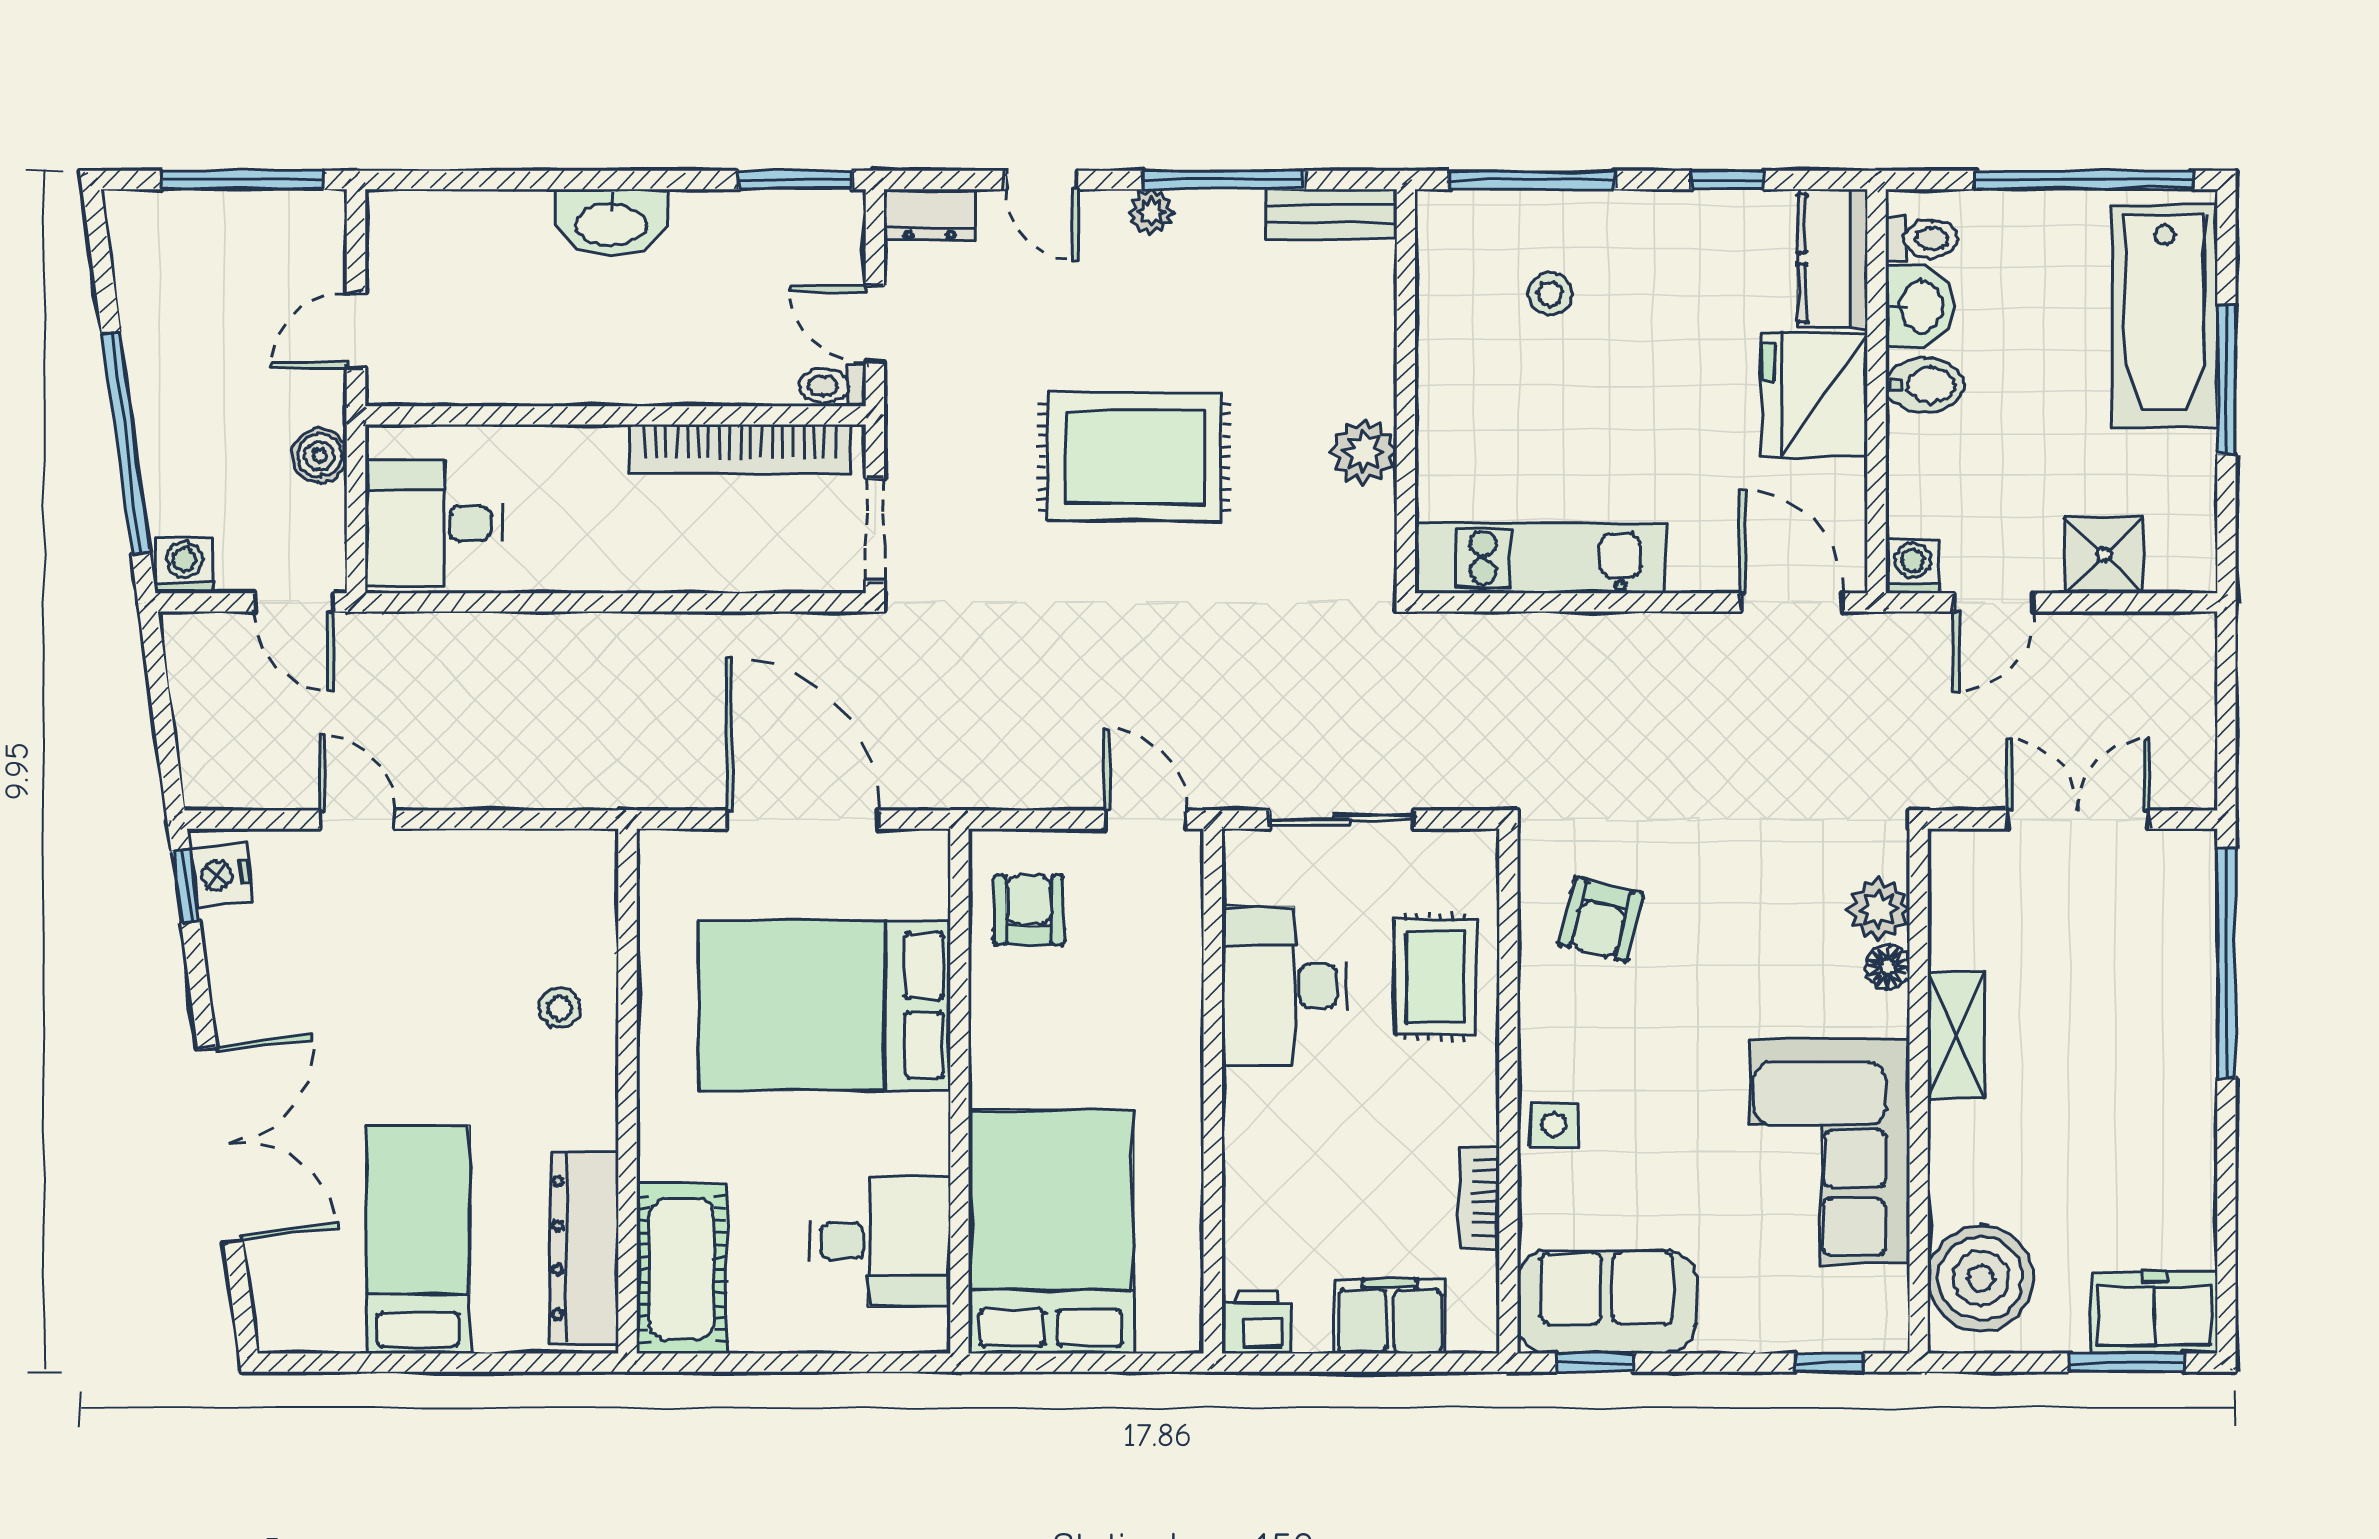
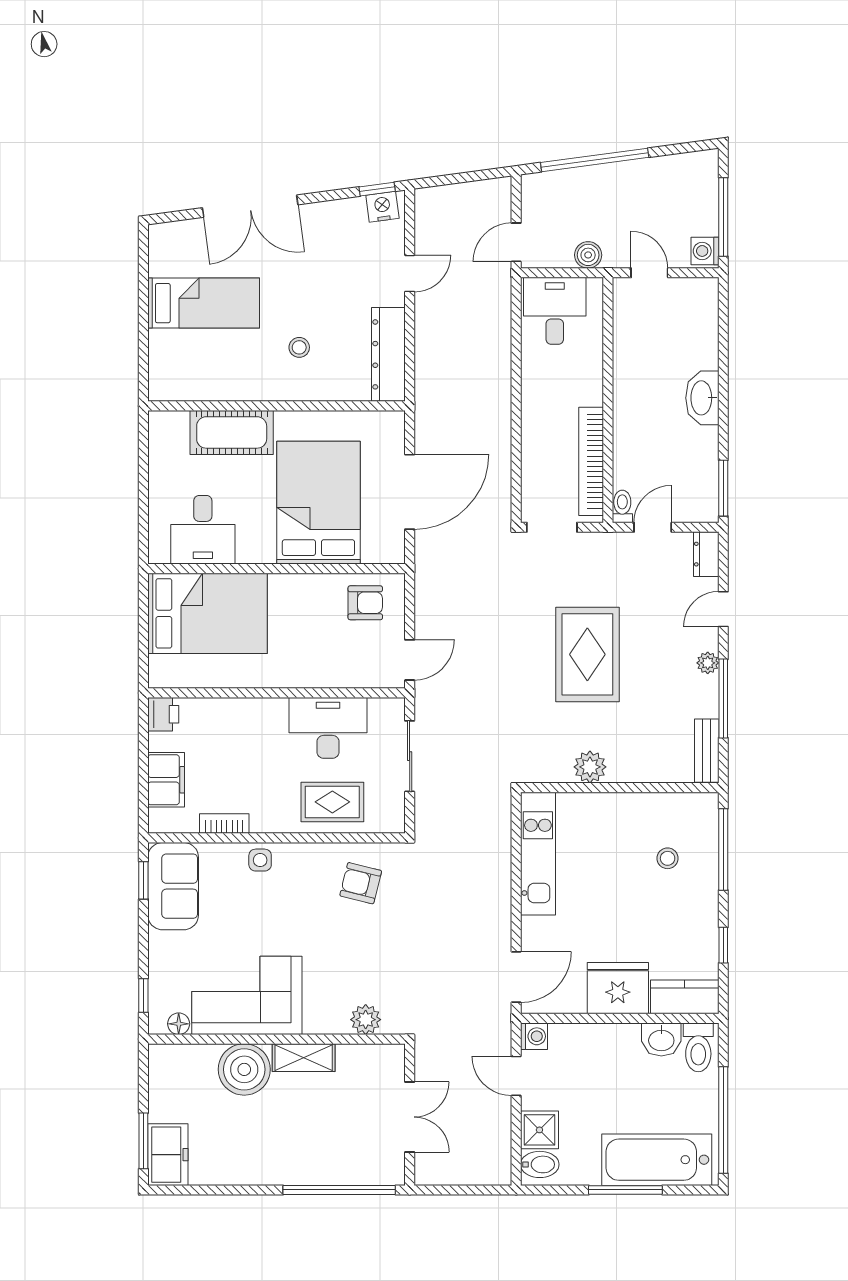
toilet: (1922, 239) -> (698, 1047), width x1.37, depth x1.39
bidet: (1925, 385) -> (540, 1164), moved, turned -90
washing machine: (185, 565) -> (705, 251), moved, turned 180
floor lamp: (1887, 967) -> (179, 1024), moved
stool: (560, 1008) -> (299, 347), moved
dresser: (584, 1248) -> (388, 354), moved, turned -90
cot: (682, 1269) -> (232, 432), moved
boiler: (1981, 1278) -> (244, 1069), moved

